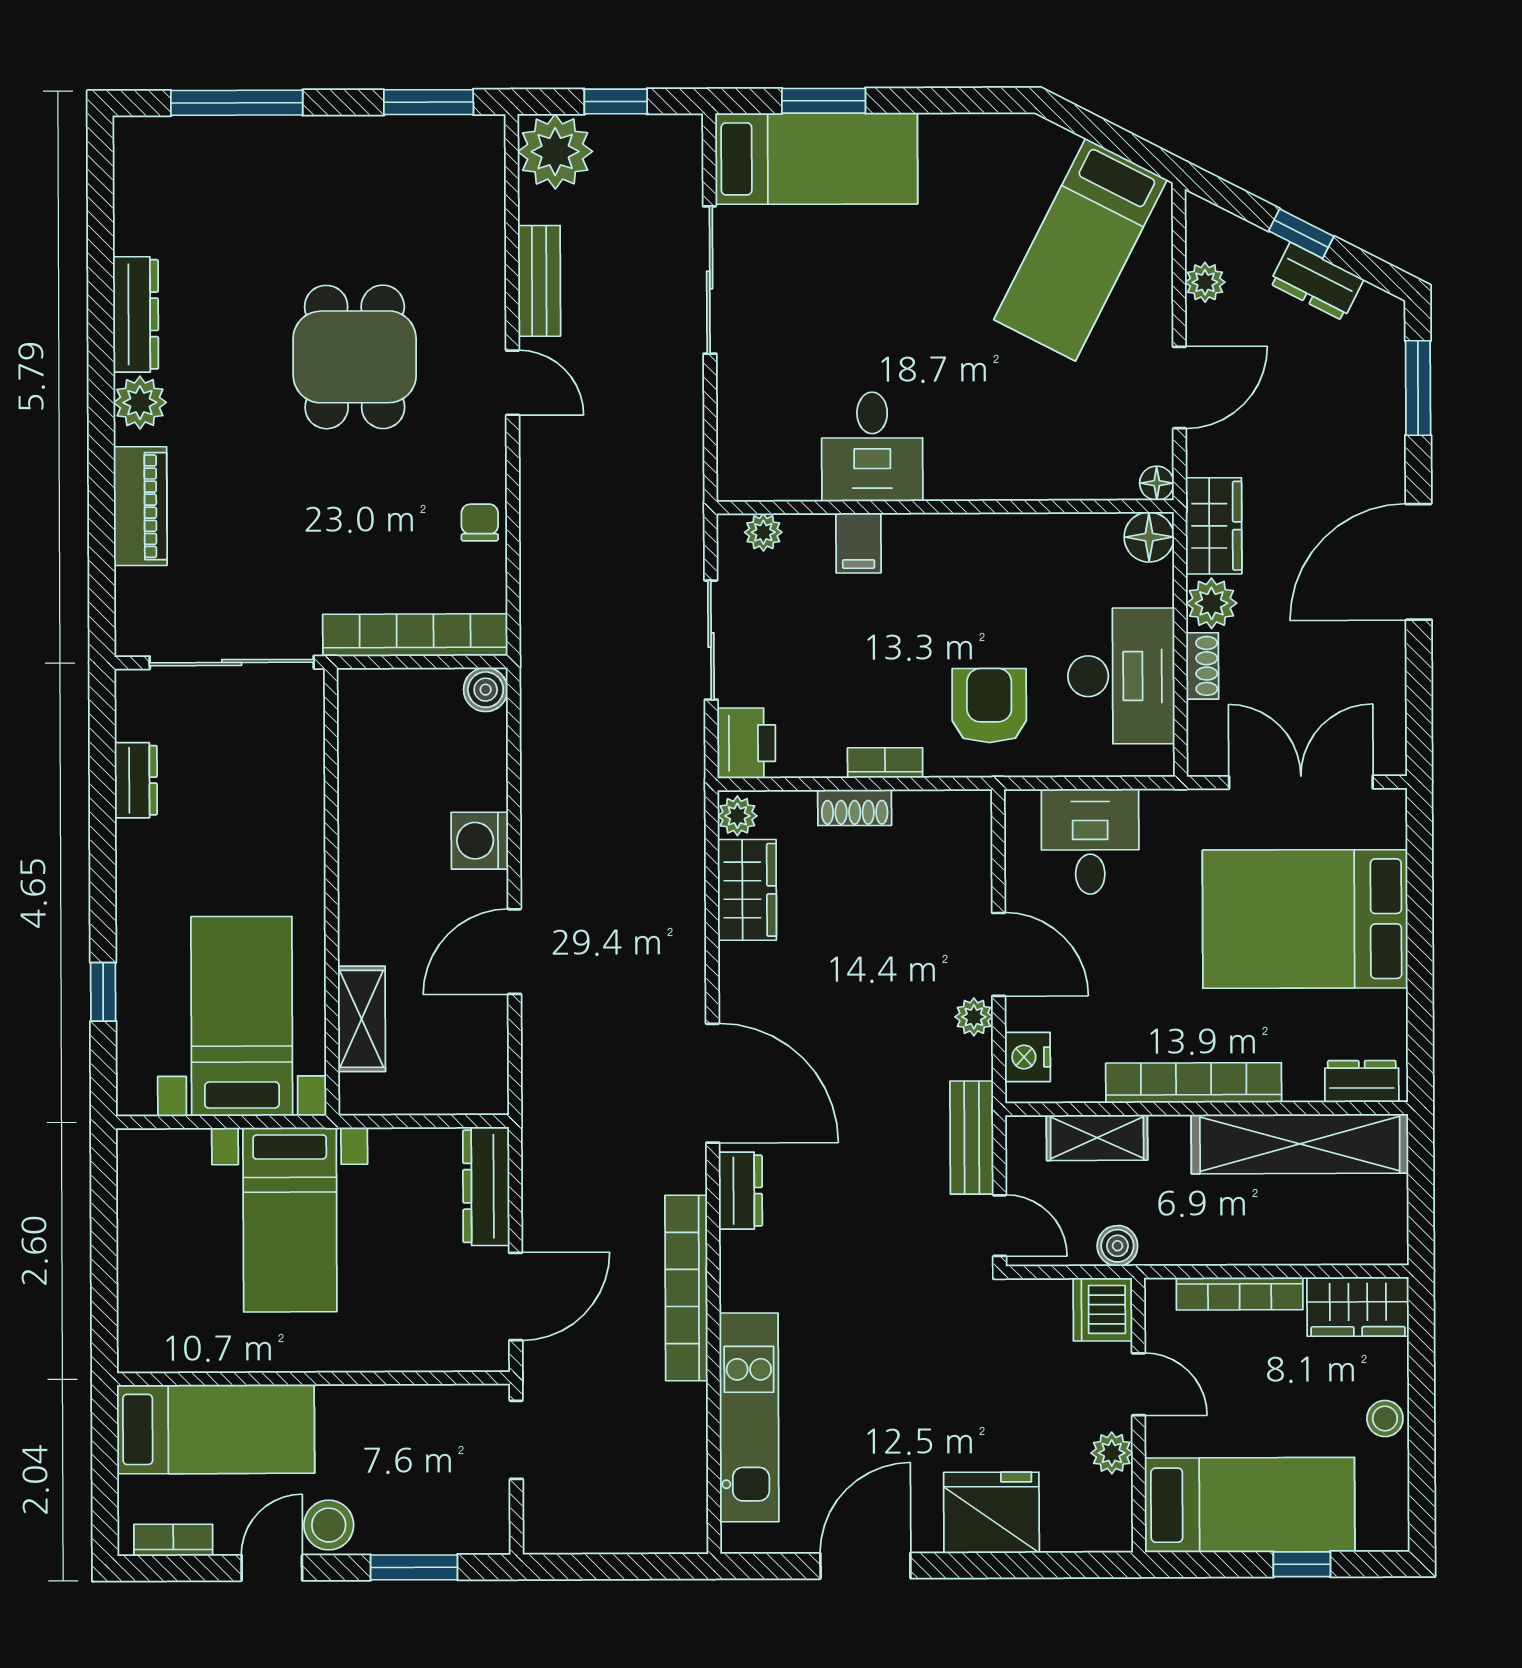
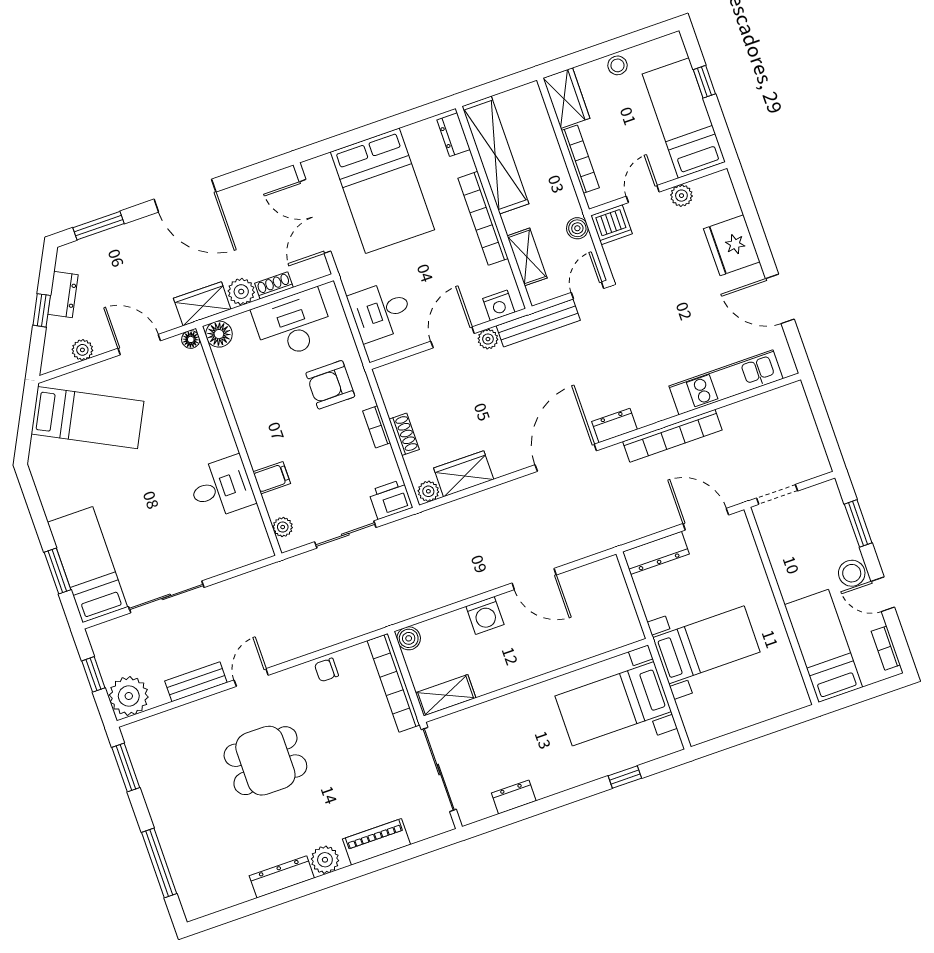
shelving: (362, 1019) -> (446, 695), moved
bench: (972, 1138) -> (538, 323), width x1.36

